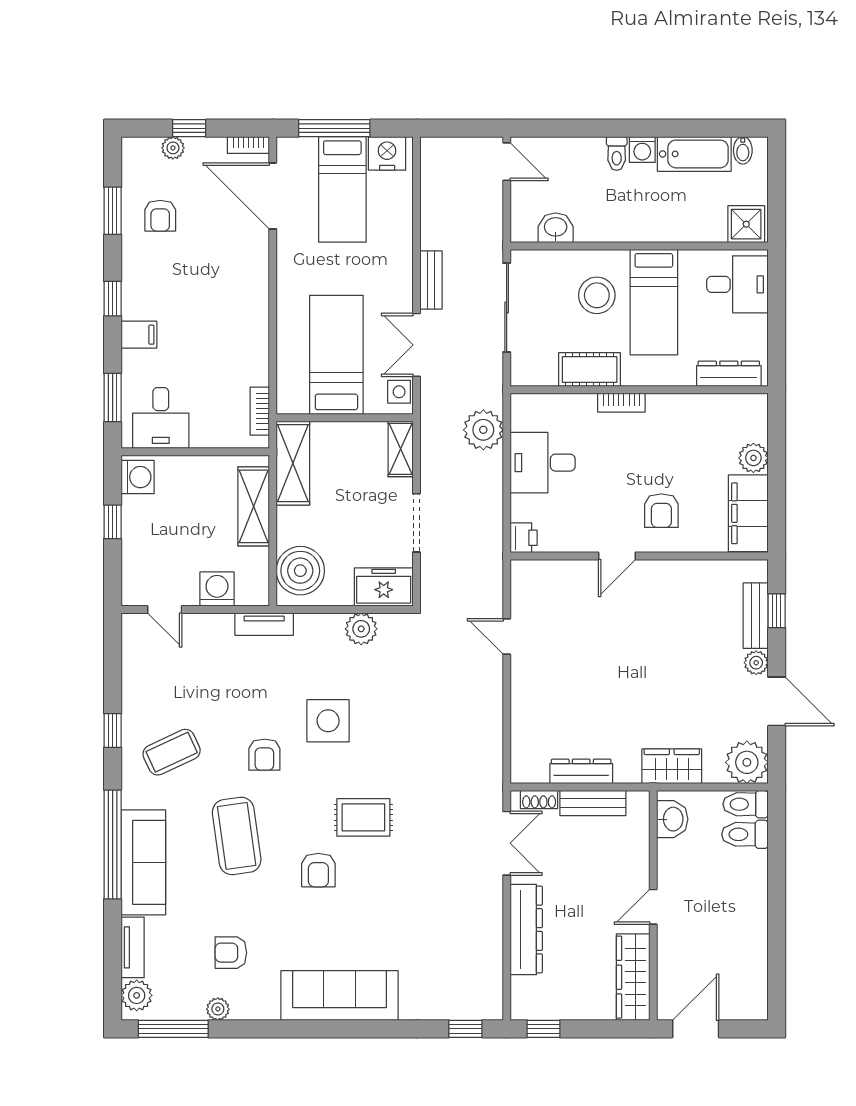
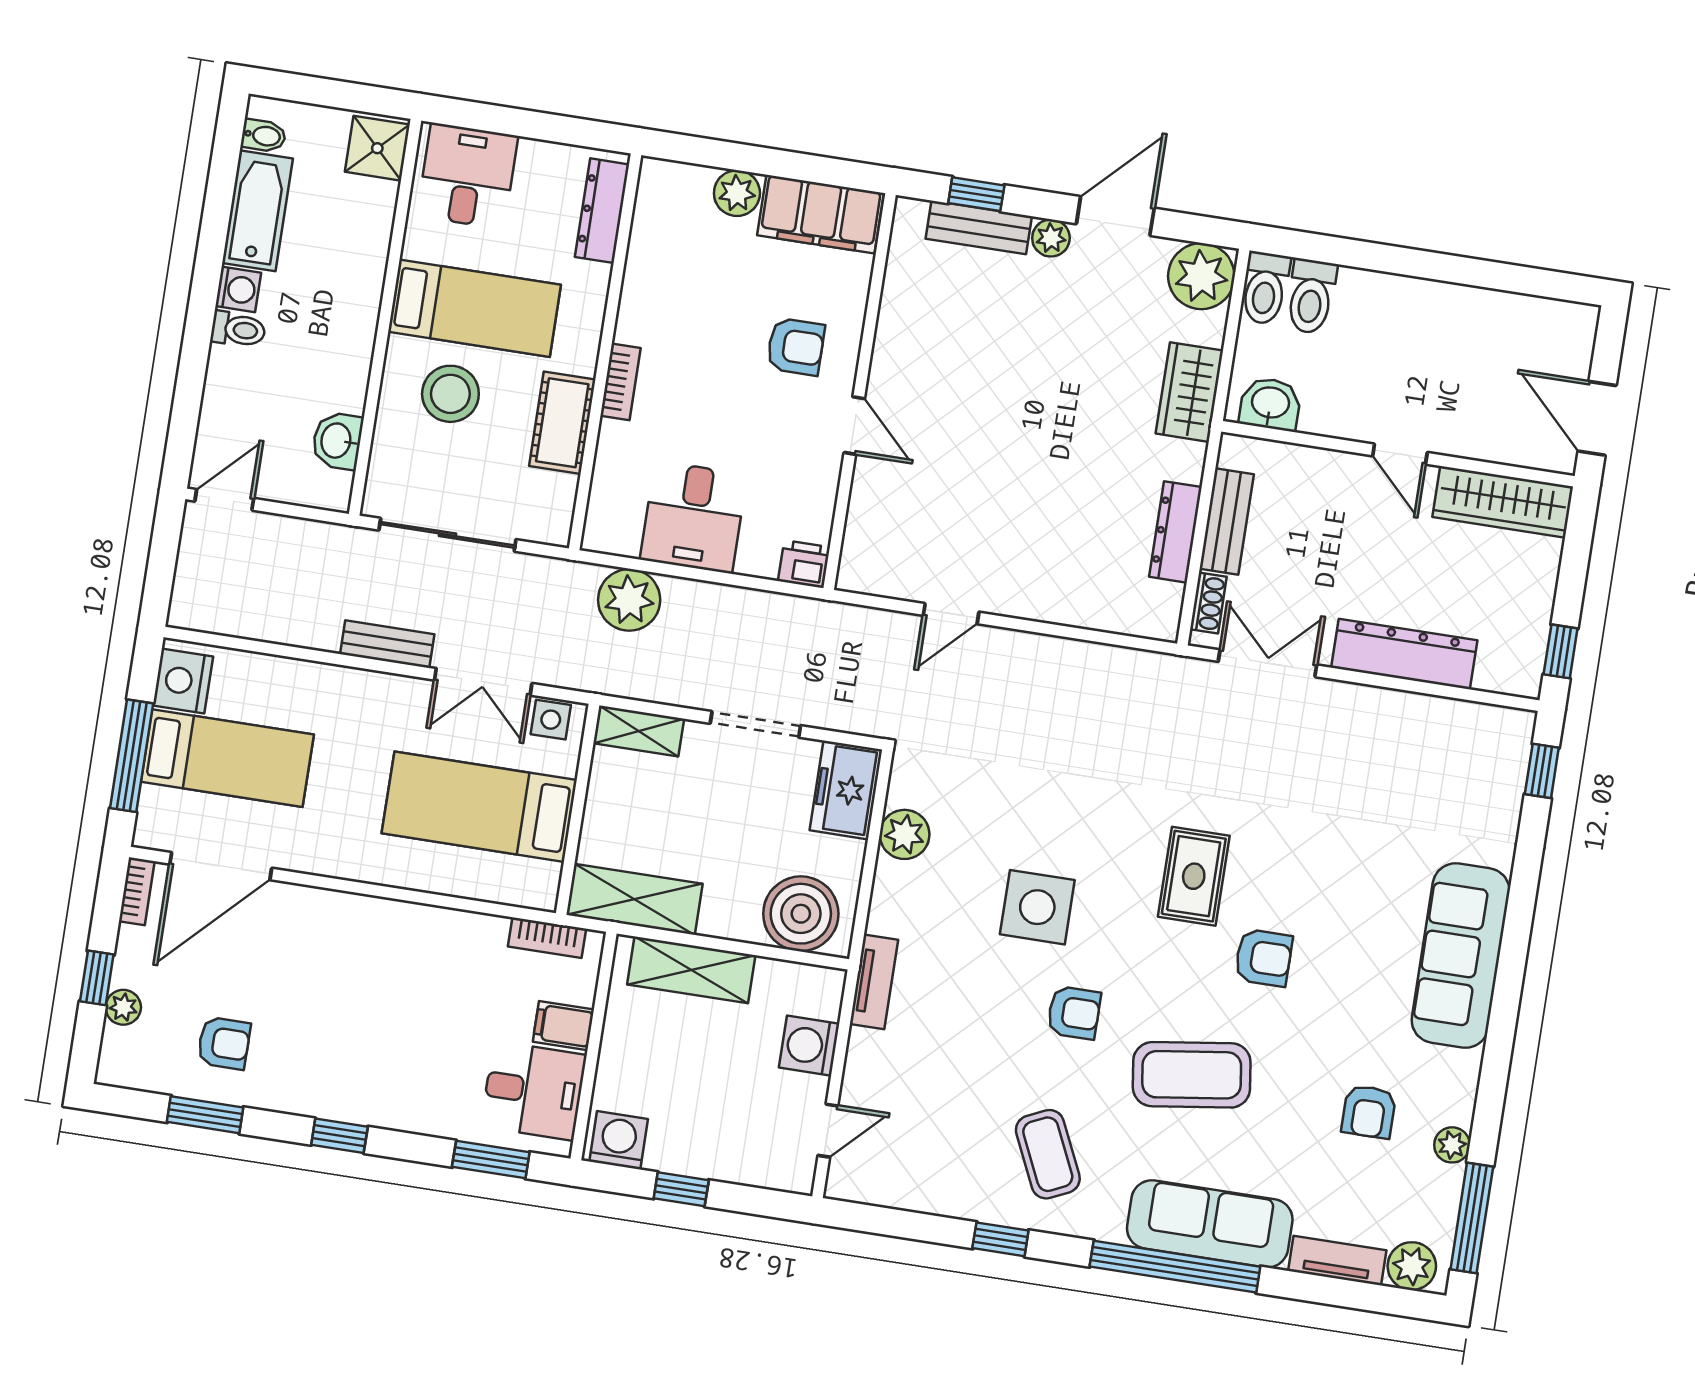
filing cabinet: (139, 335) -> (563, 1026), moved, turned -90

